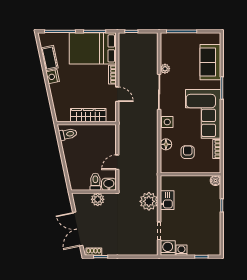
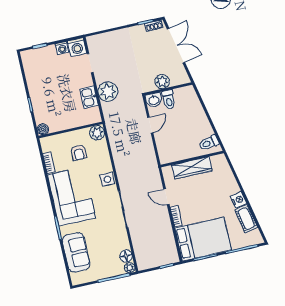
plant: (165, 69) -> (130, 268), moved
floor lamp: (166, 144) -> (126, 256), moved
plant: (167, 166) -> (97, 133), added

